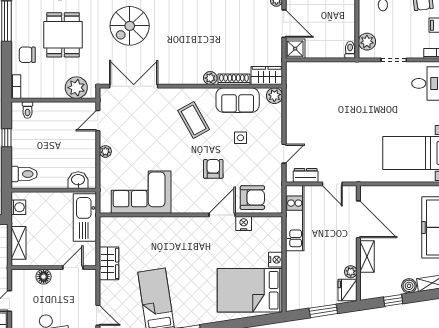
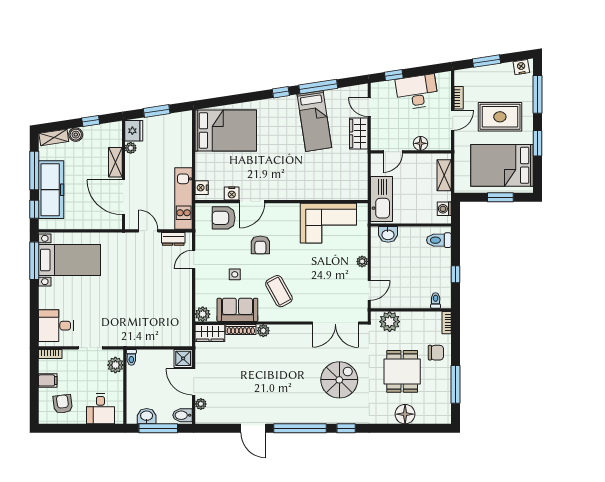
nightstand: (276, 260) -> (202, 188), moved
wardrobe: (109, 263) -> (359, 133), moved

